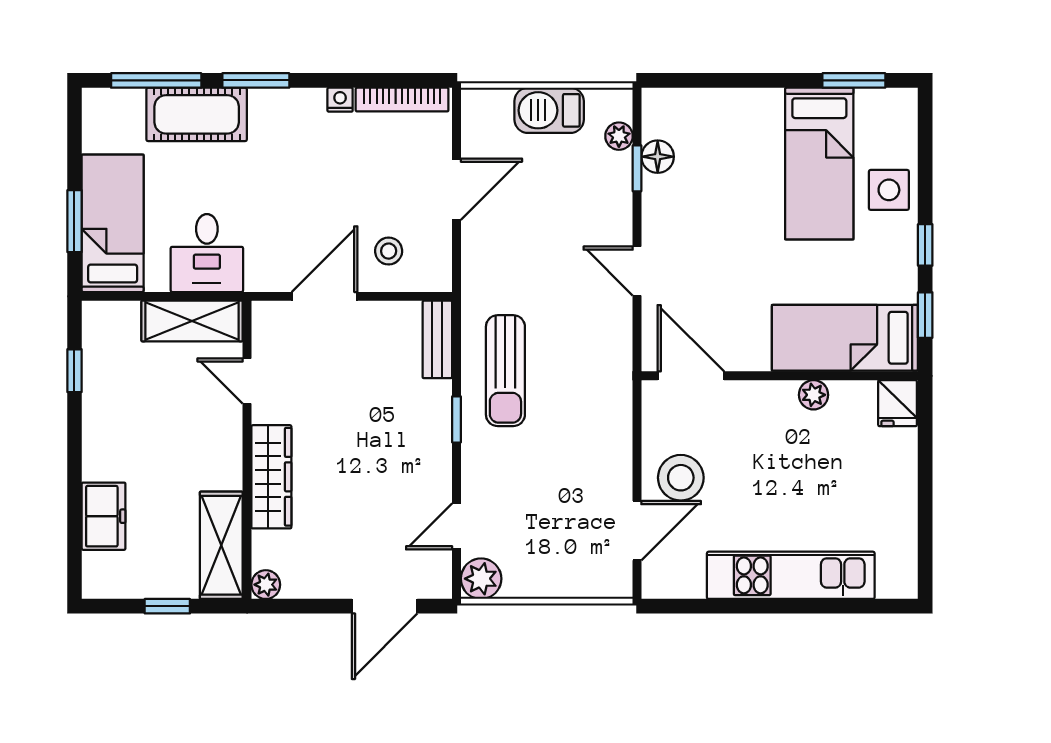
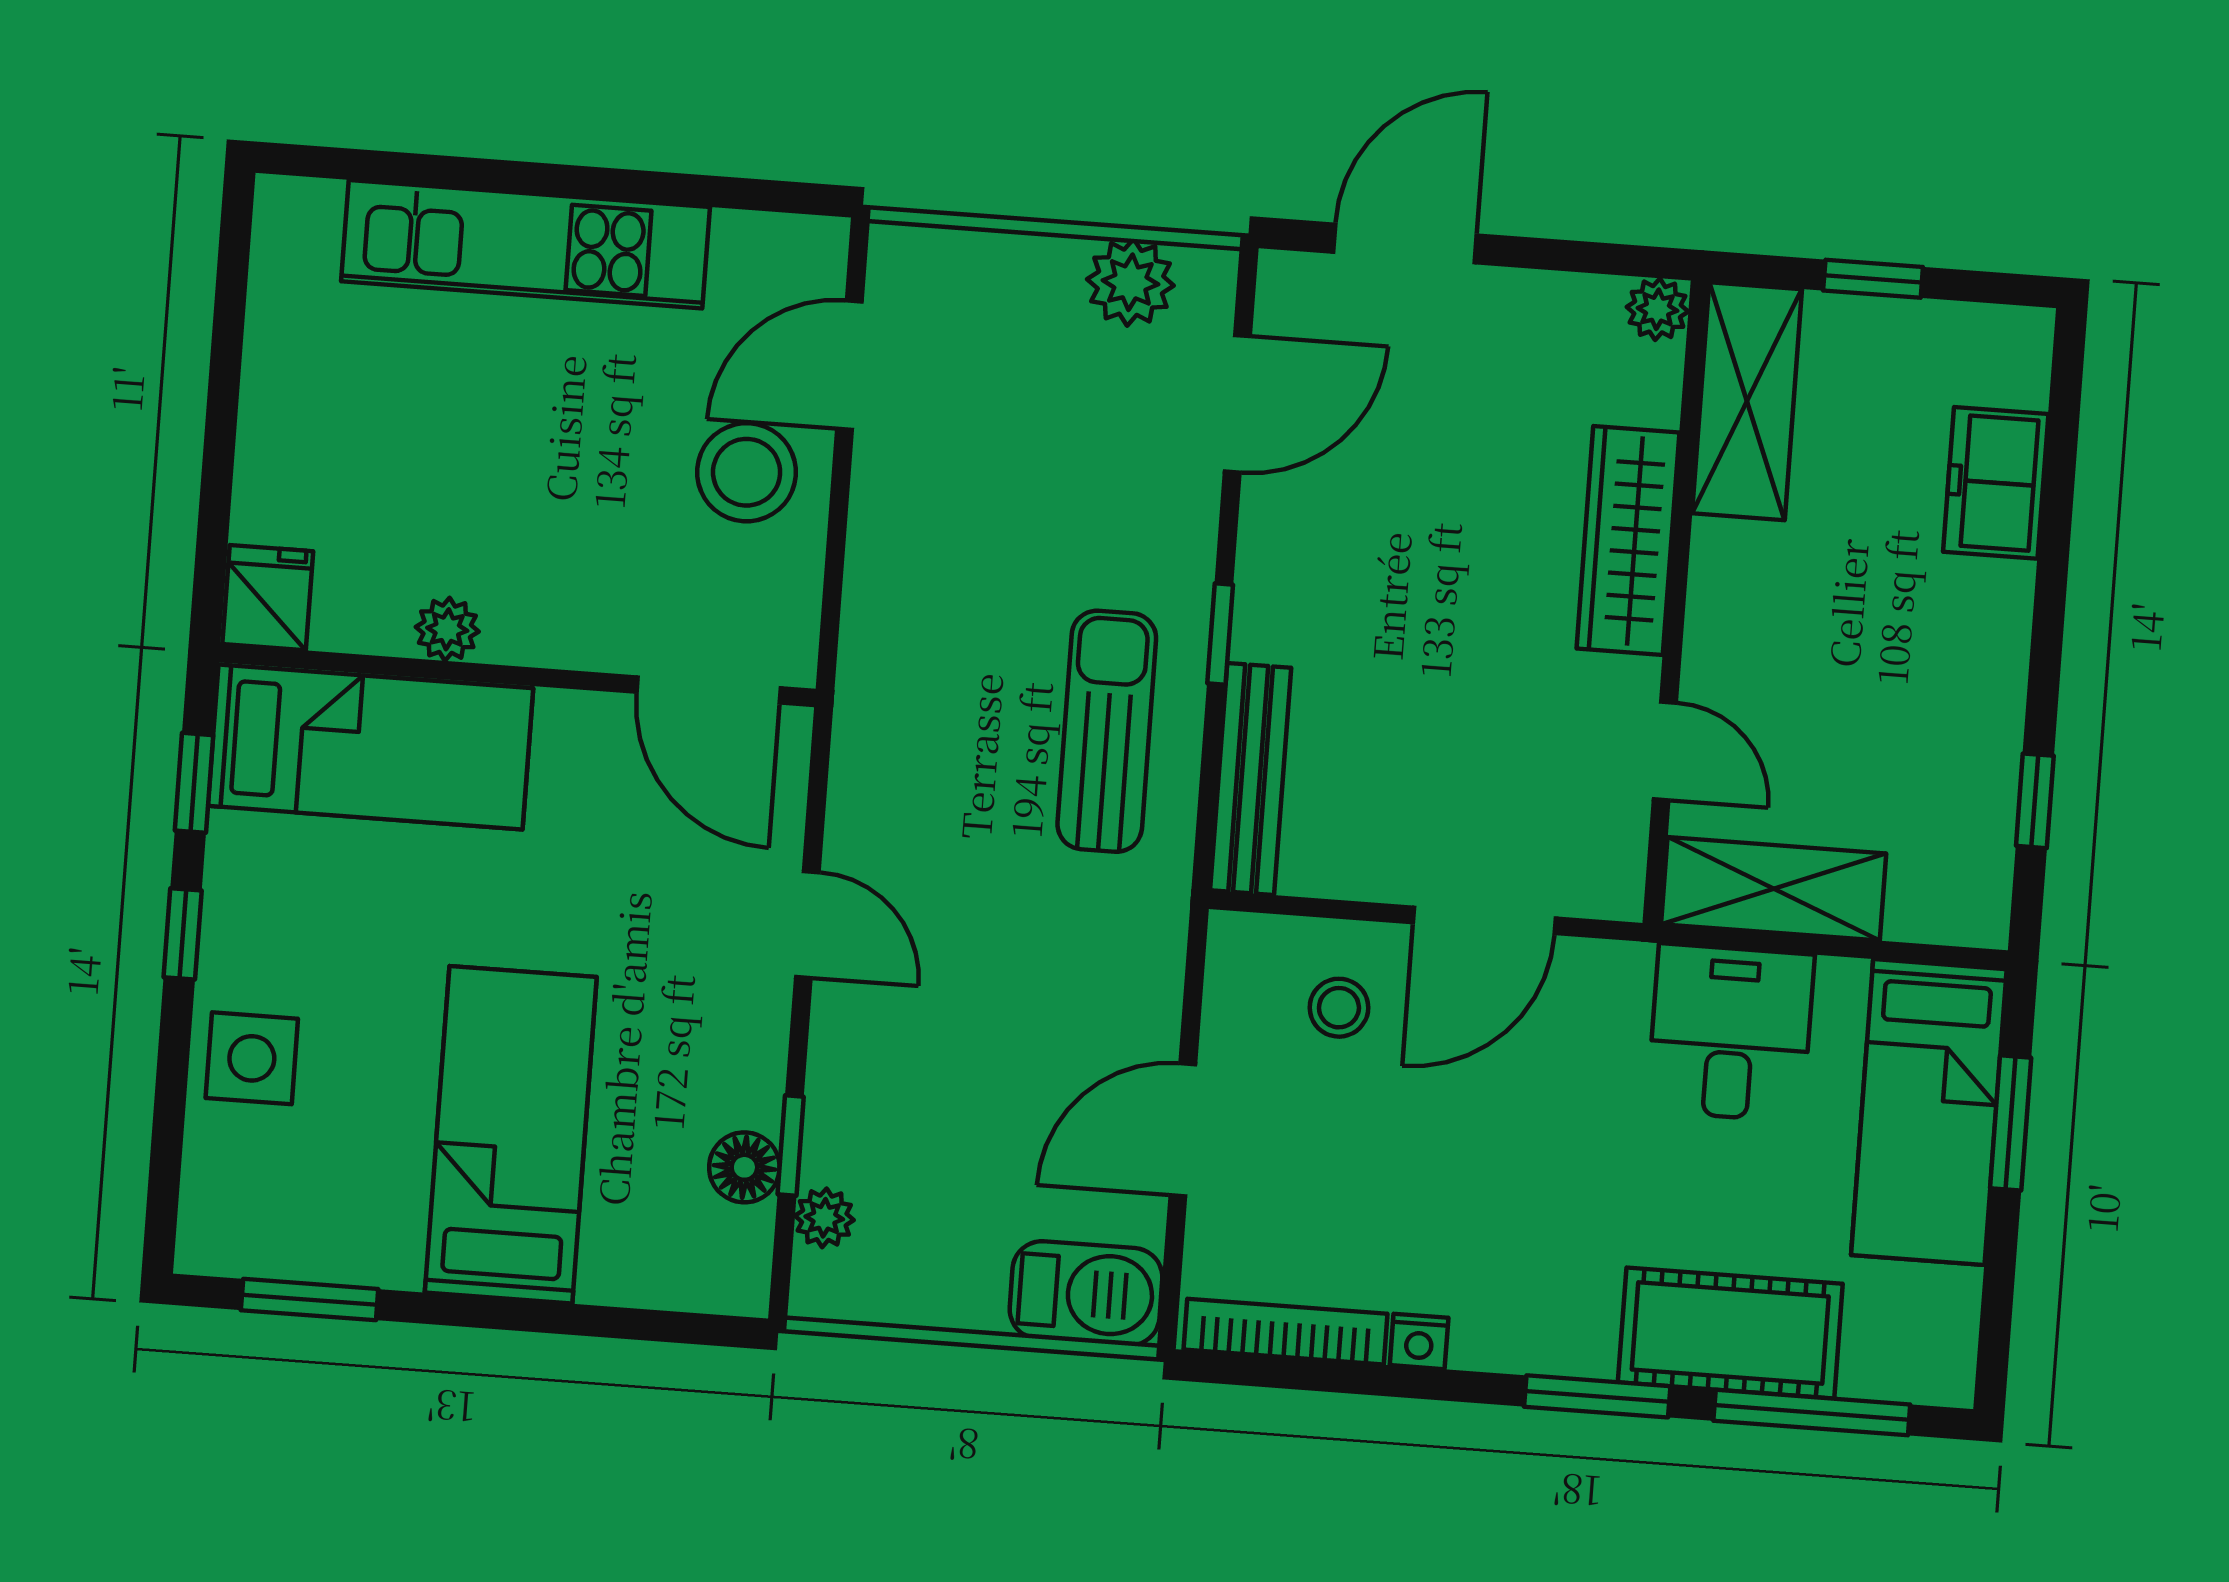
barbecue: (549, 110) -> (1086, 1293), moved
bed: (819, 164) -> (511, 1135), moved
bench: (437, 339) -> (1251, 779), width x1.36
door: (456, 526) -> (1237, 404), width x1.38
plant: (481, 579) -> (1130, 282), moved

